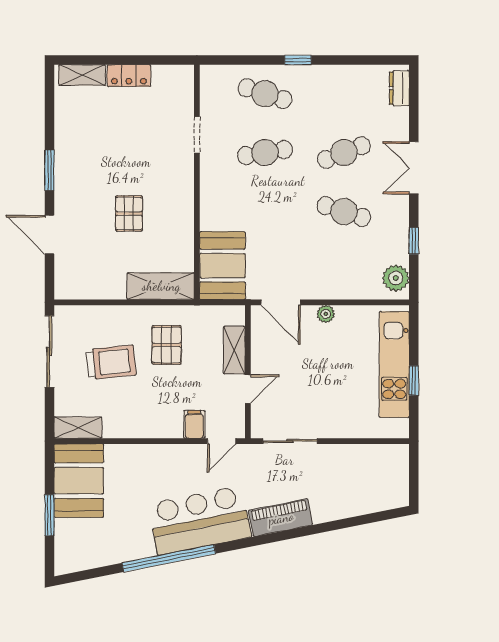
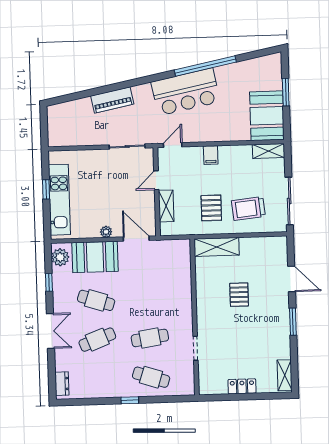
shelving: (82, 75) -> (285, 375), moved, turned 90
booth: (222, 266) -> (95, 257), moved, turned 90
trolley: (111, 362) -> (248, 208), moved
filing cabinet: (194, 424) -> (211, 155), moved
piano: (281, 518) -> (112, 100), moved

